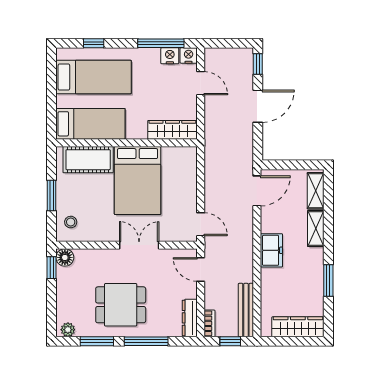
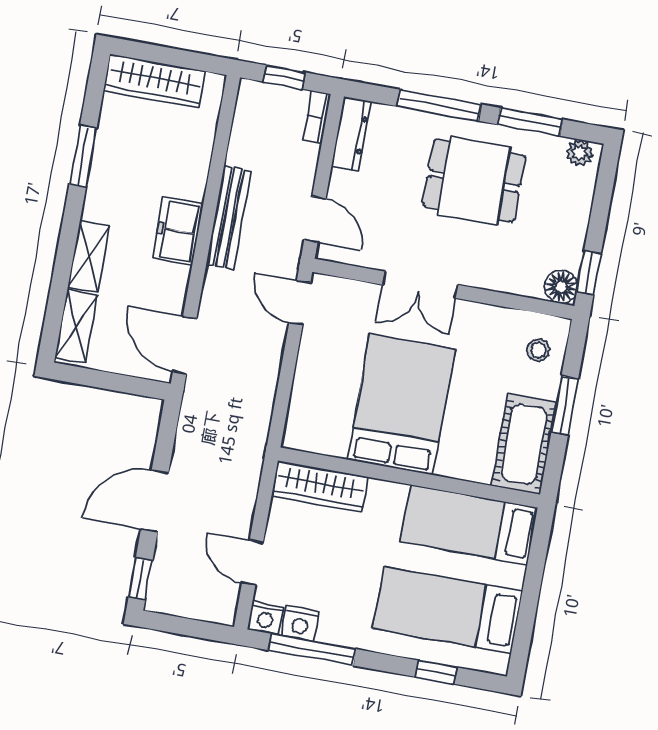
cot: (88, 160) -> (524, 444), moved, turned 90
door: (257, 191) -> (185, 345), hinge flipped
bench: (246, 310) -> (229, 218), moved

